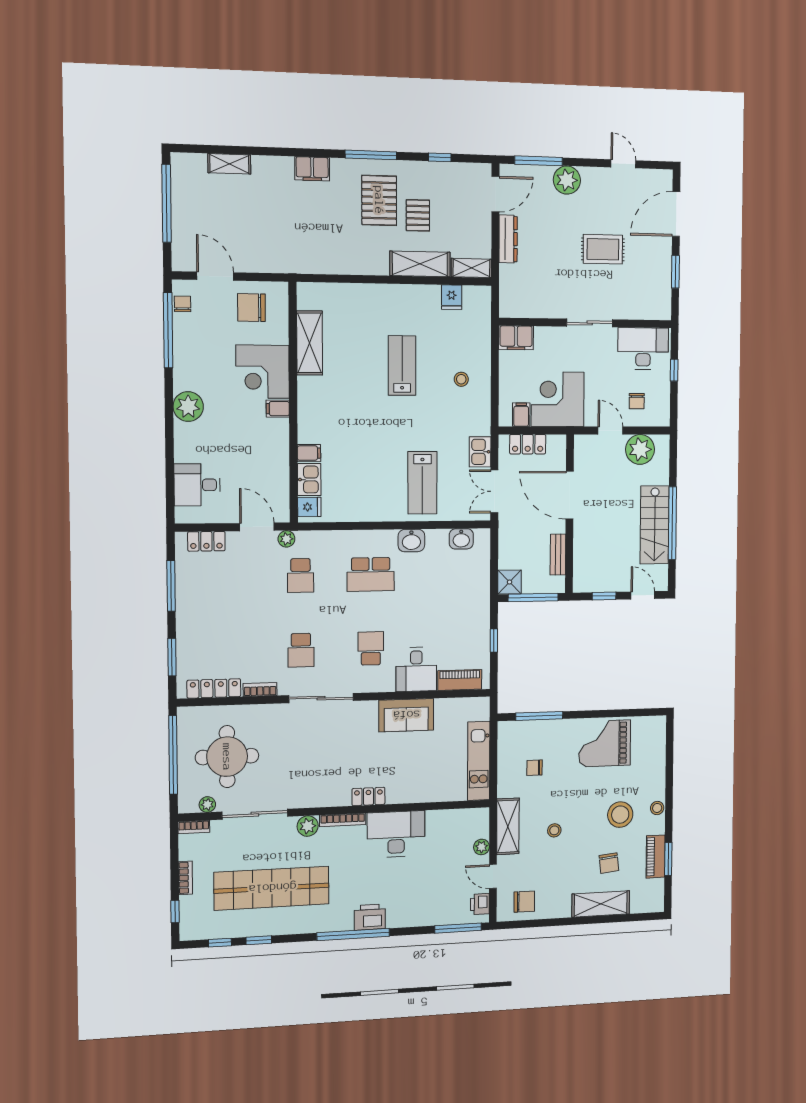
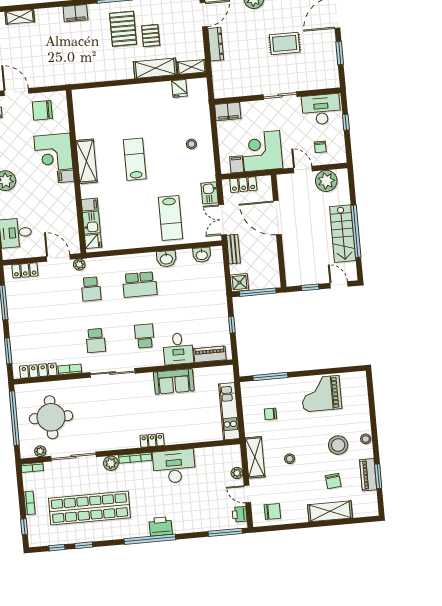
shelving: (310, 343) -> (87, 161), moved
lab bench: (402, 366) -> (135, 159), moved
bench: (558, 555) -> (233, 249), moved

